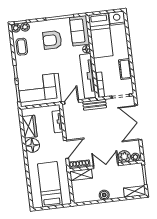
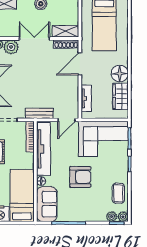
armchair: (52, 40) -> (80, 177), moved
double door: (106, 166) -> (34, 39), swing flipped

